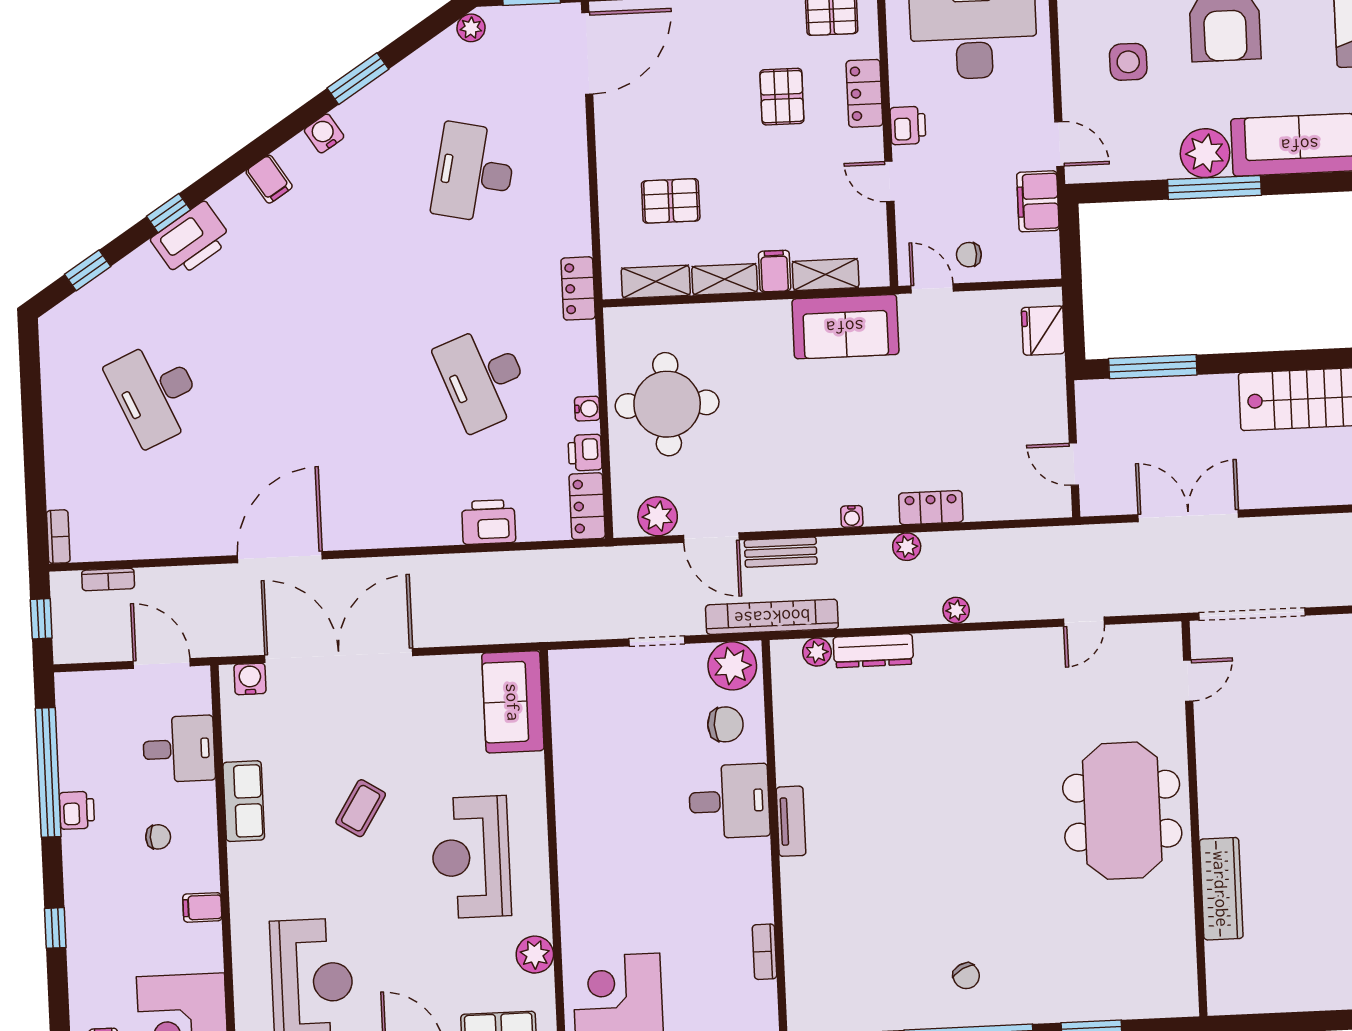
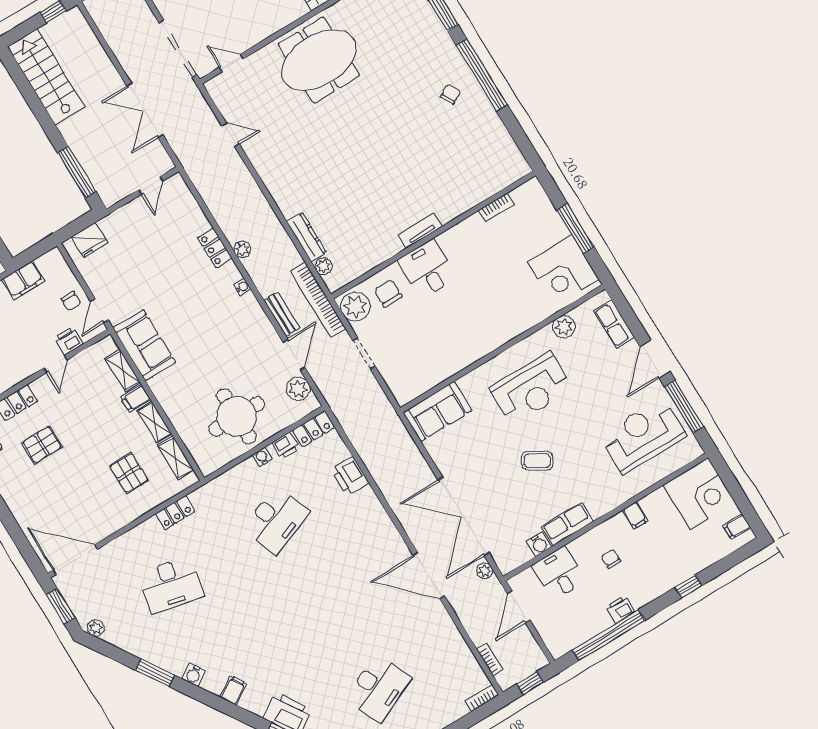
printer: (908, 125) -> (69, 341), moved
locker: (578, 288) -> (175, 513), moved
plant: (956, 610) -> (485, 571), moved
water cooler: (250, 679) -> (539, 544), moved, turned -90

